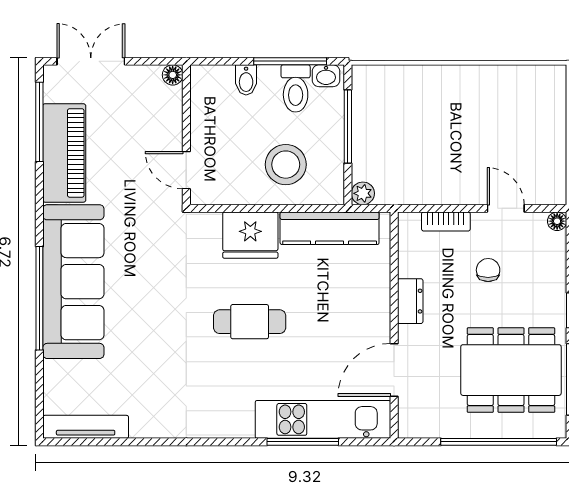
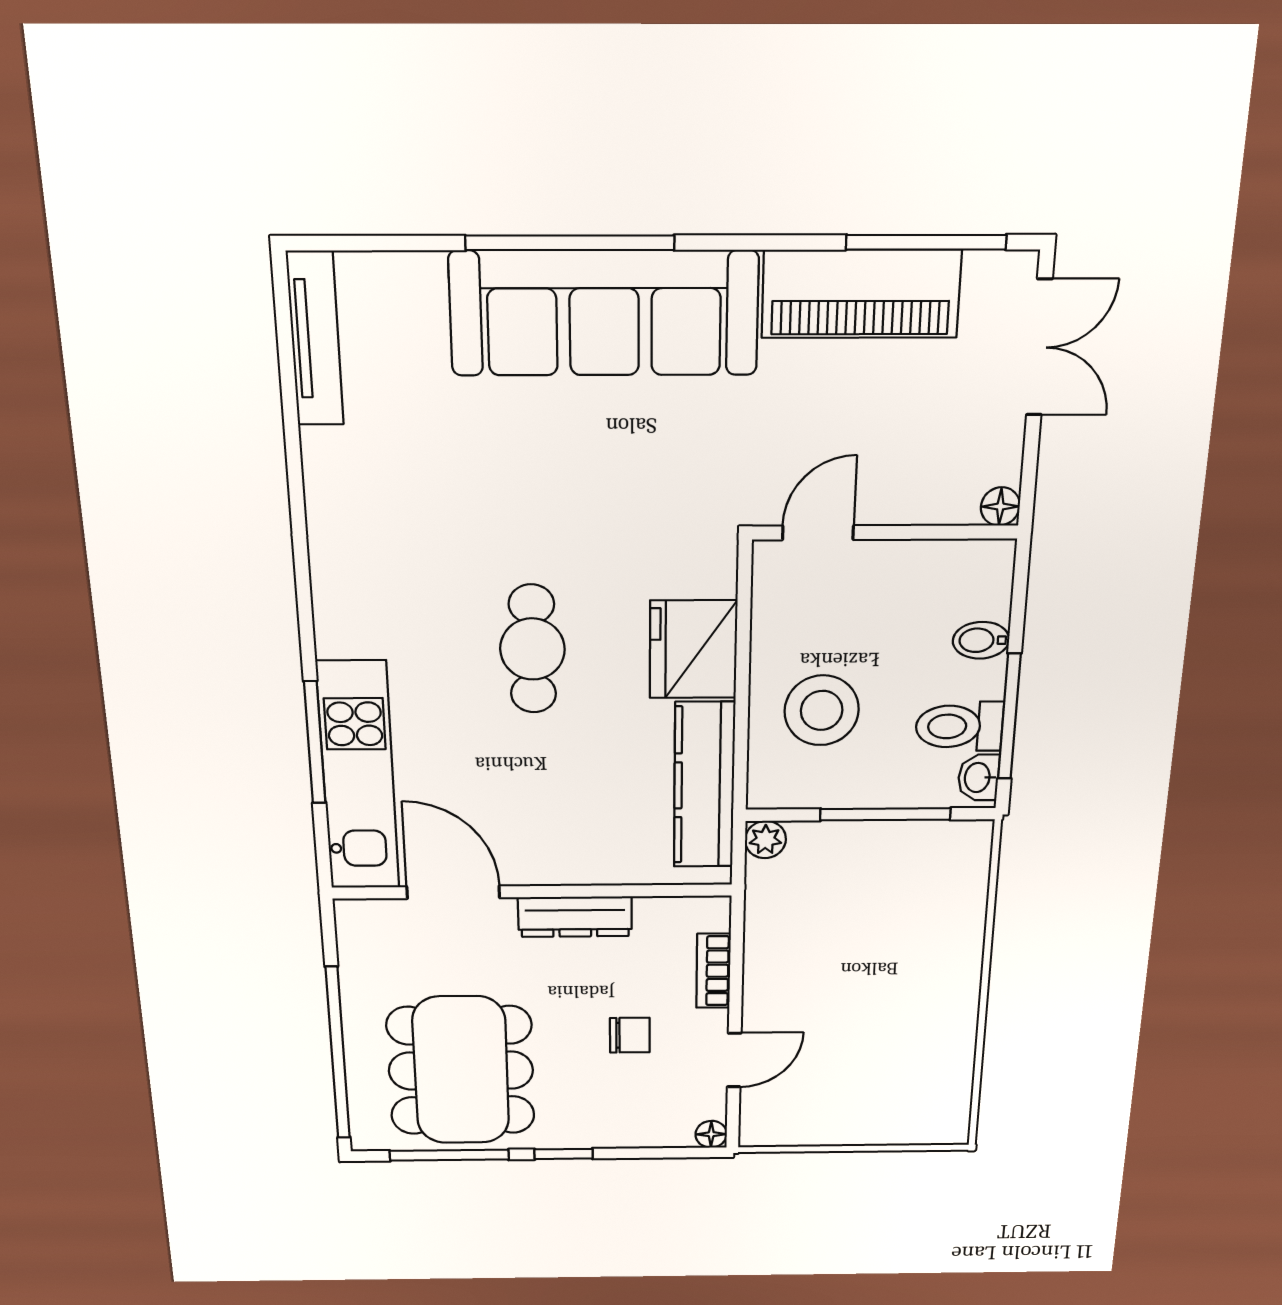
dresser: (410, 301) -> (575, 917), width x1.44

